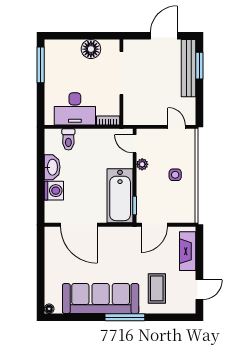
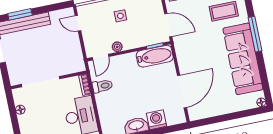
floor lamp: (91, 49) -> (20, 110), width x0.53, depth x0.53
door: (177, 127) -> (78, 23), hinge flipped
toilet: (68, 139) -> (102, 86), moved
bathtub: (120, 196) -> (155, 56), width x0.73, depth x0.73

